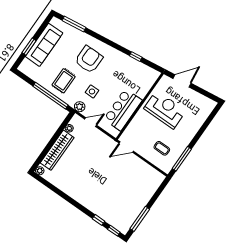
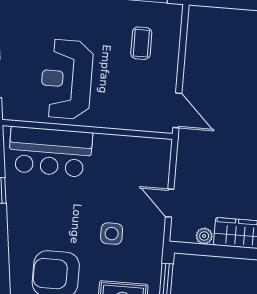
plant: (80, 107) -> (153, 240), removed
bar counter: (123, 110) -> (50, 152), moved

